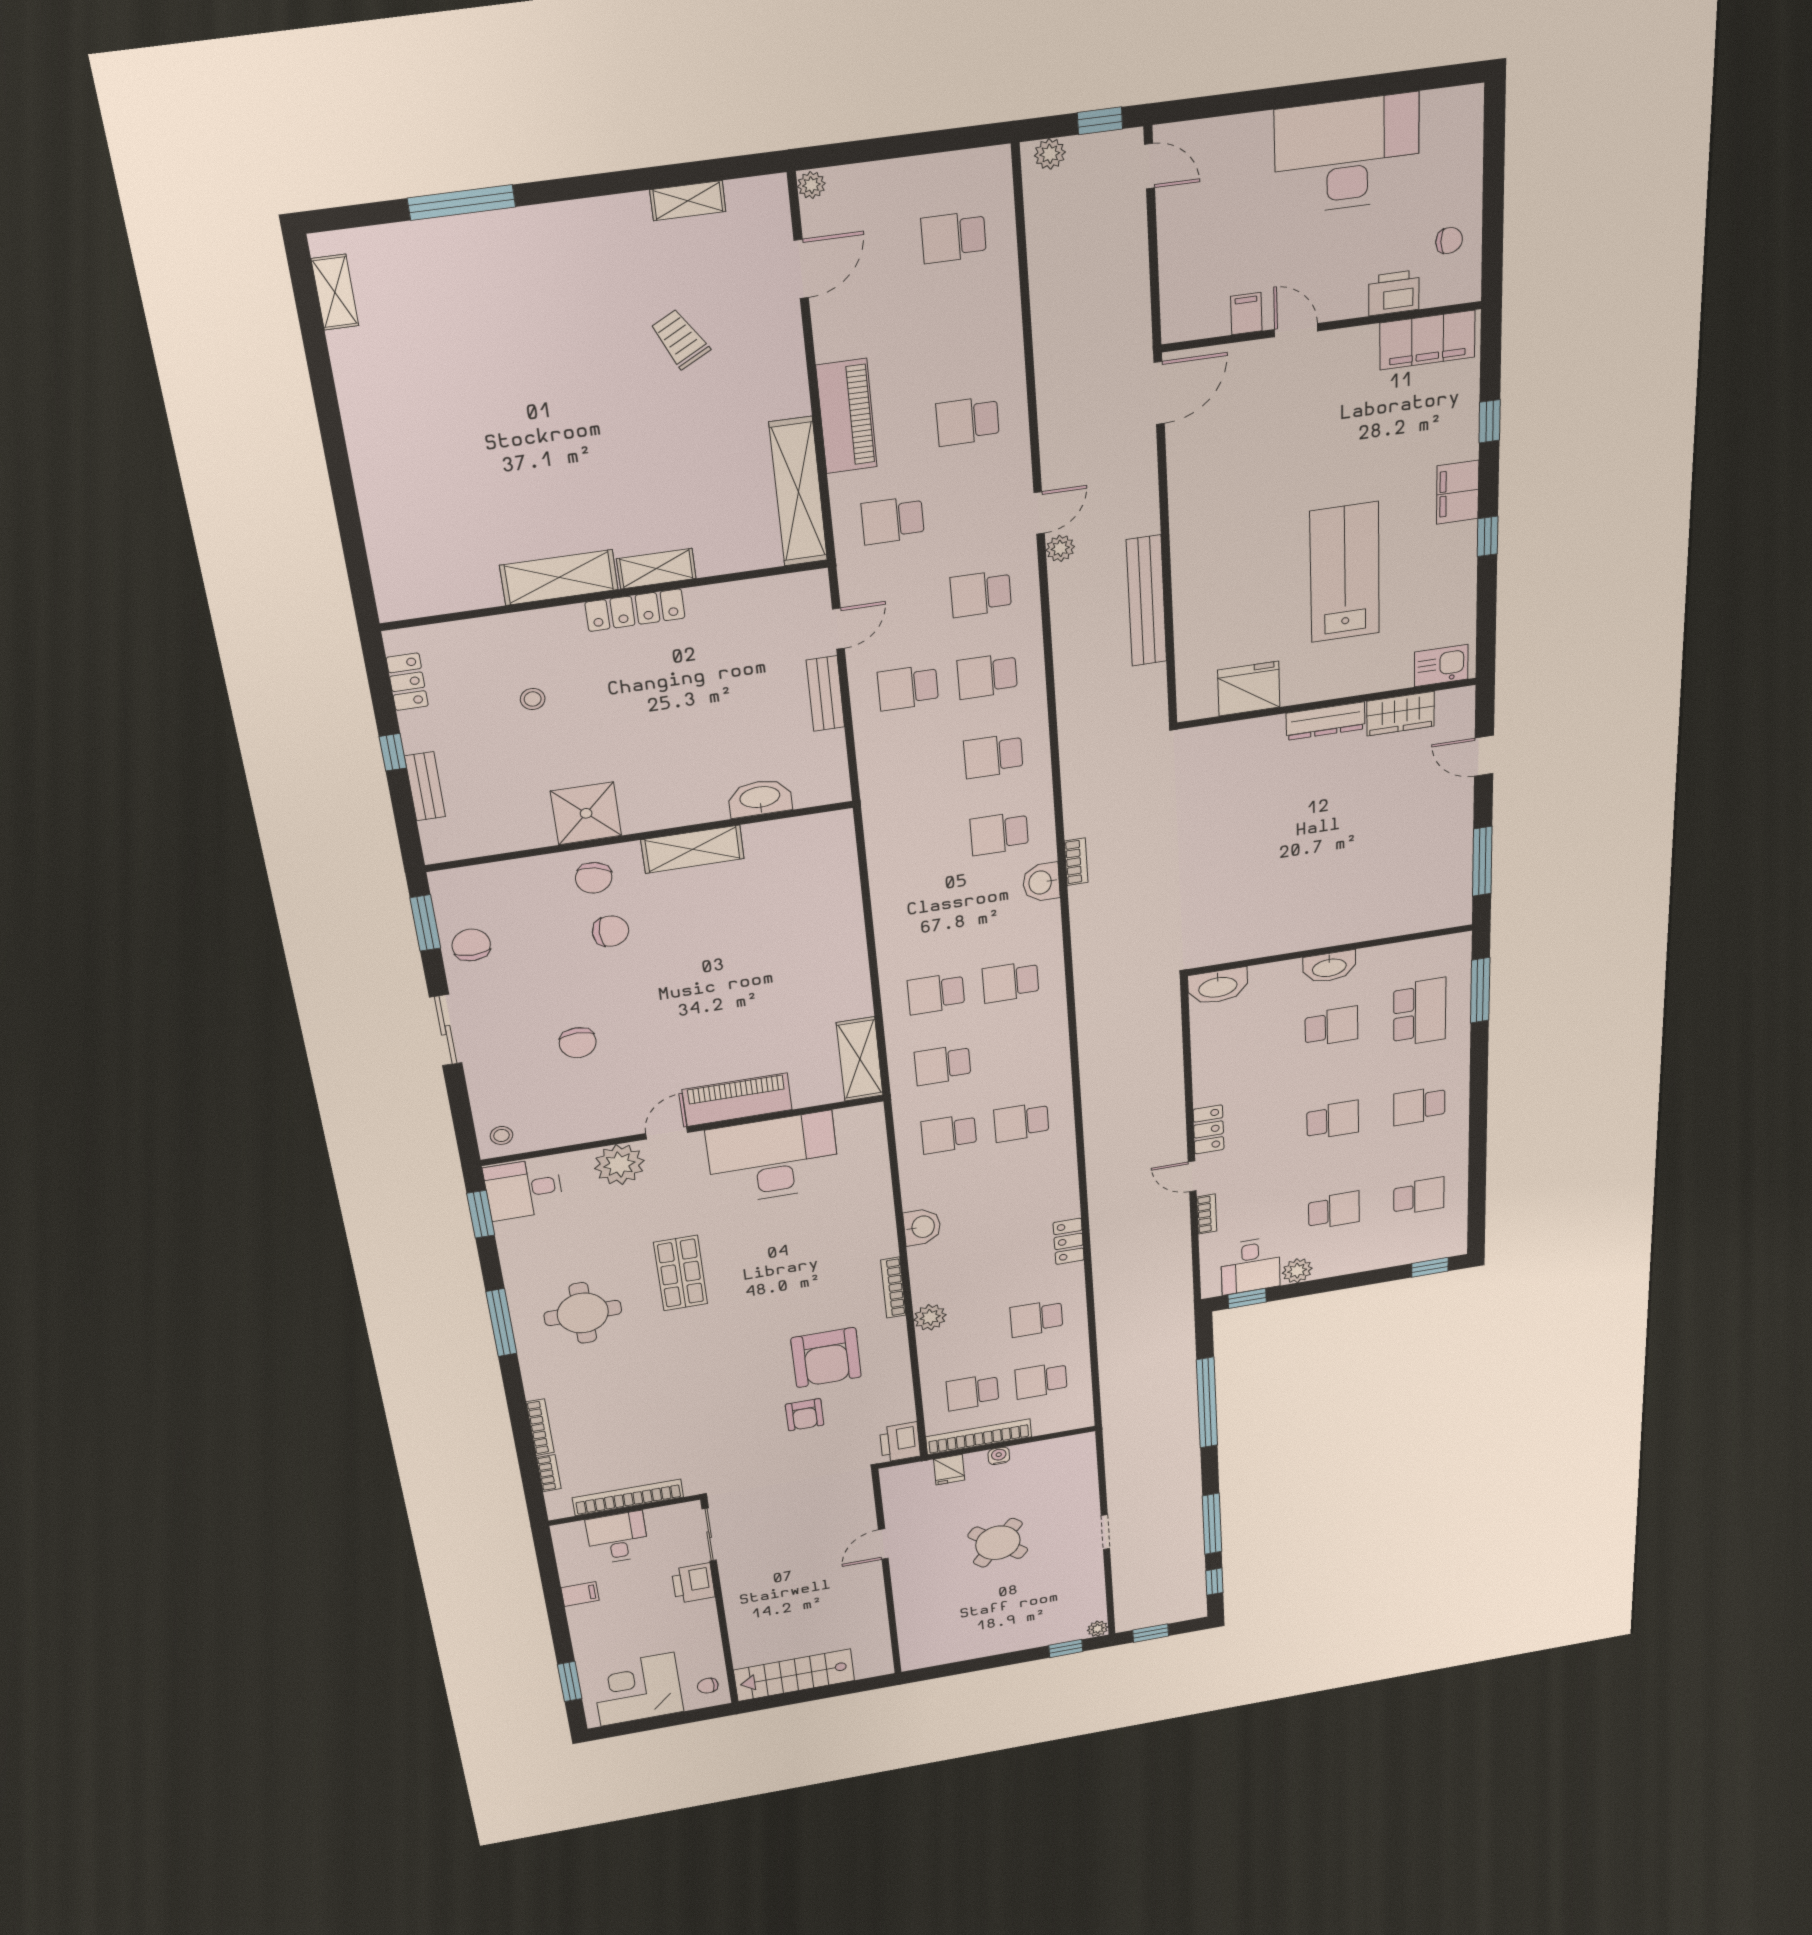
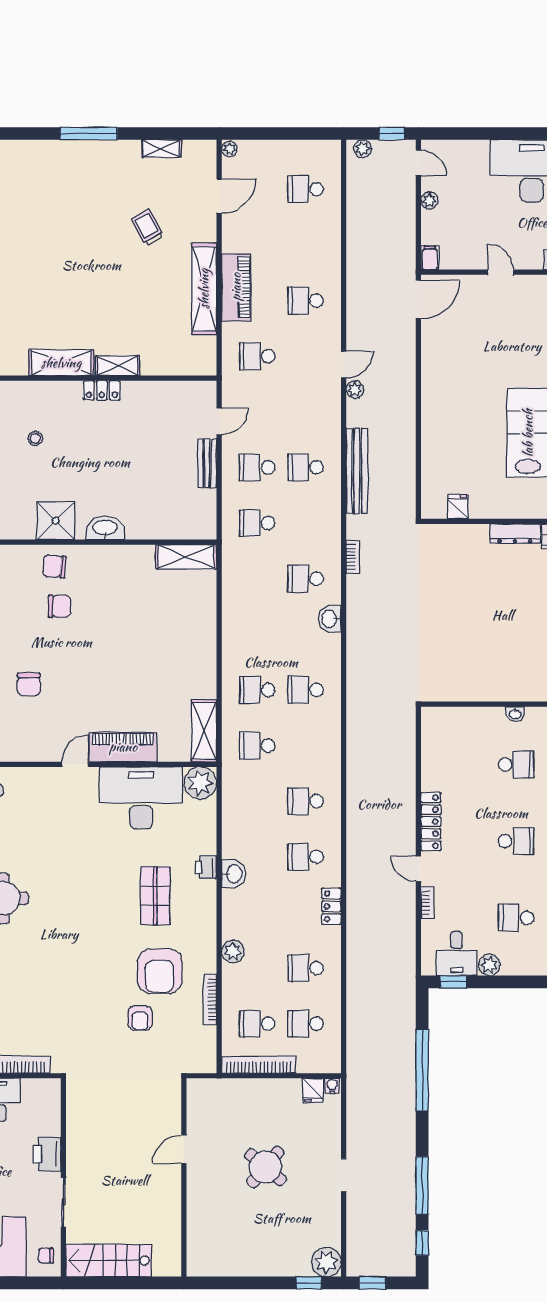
window: (462, 202) -> (89, 133), moved
plant: (1171, 228) -> (429, 200), added
filing cabinet: (1246, 314) -> (430, 258), moved
shelving: (798, 492) -> (204, 289), moved
school desk: (981, 594) -> (306, 412), removed
bench: (1146, 601) -> (357, 471), moved
locker: (635, 610) -> (102, 390), width x0.66
fridge: (1249, 689) -> (458, 507), width x0.53, depth x0.75
school desk: (993, 756) -> (257, 523), moved
washbasin: (760, 798) -> (105, 528), moved
shelving: (693, 849) -> (186, 557), moved
bookcase: (1076, 862) -> (353, 557), moved
chair: (594, 878) -> (54, 566), turned 82
washbasin: (1329, 967) -> (515, 714), width x0.52, depth x0.69
washbasin: (1218, 986) -> (441, 719), removed
locker: (1209, 1129) -> (431, 822), width x1.53
school desk: (949, 1134) -> (306, 857), moved
plant: (619, 1165) -> (200, 783), moved
school desk: (1334, 1210) -> (516, 918), turned 180
shop shelf: (681, 1273) -> (155, 896), moved
bookcase: (893, 1288) -> (210, 1000), moved
printer: (900, 1442) -> (206, 867), moved, width x0.73, depth x0.81
water cooler: (999, 1456) -> (332, 1086), moved
fridge: (949, 1470) -> (313, 1090), moved
sliding door: (709, 1535) -> (63, 1202), moved
plant: (1098, 1629) -> (326, 1262), width x1.88, depth x1.88

